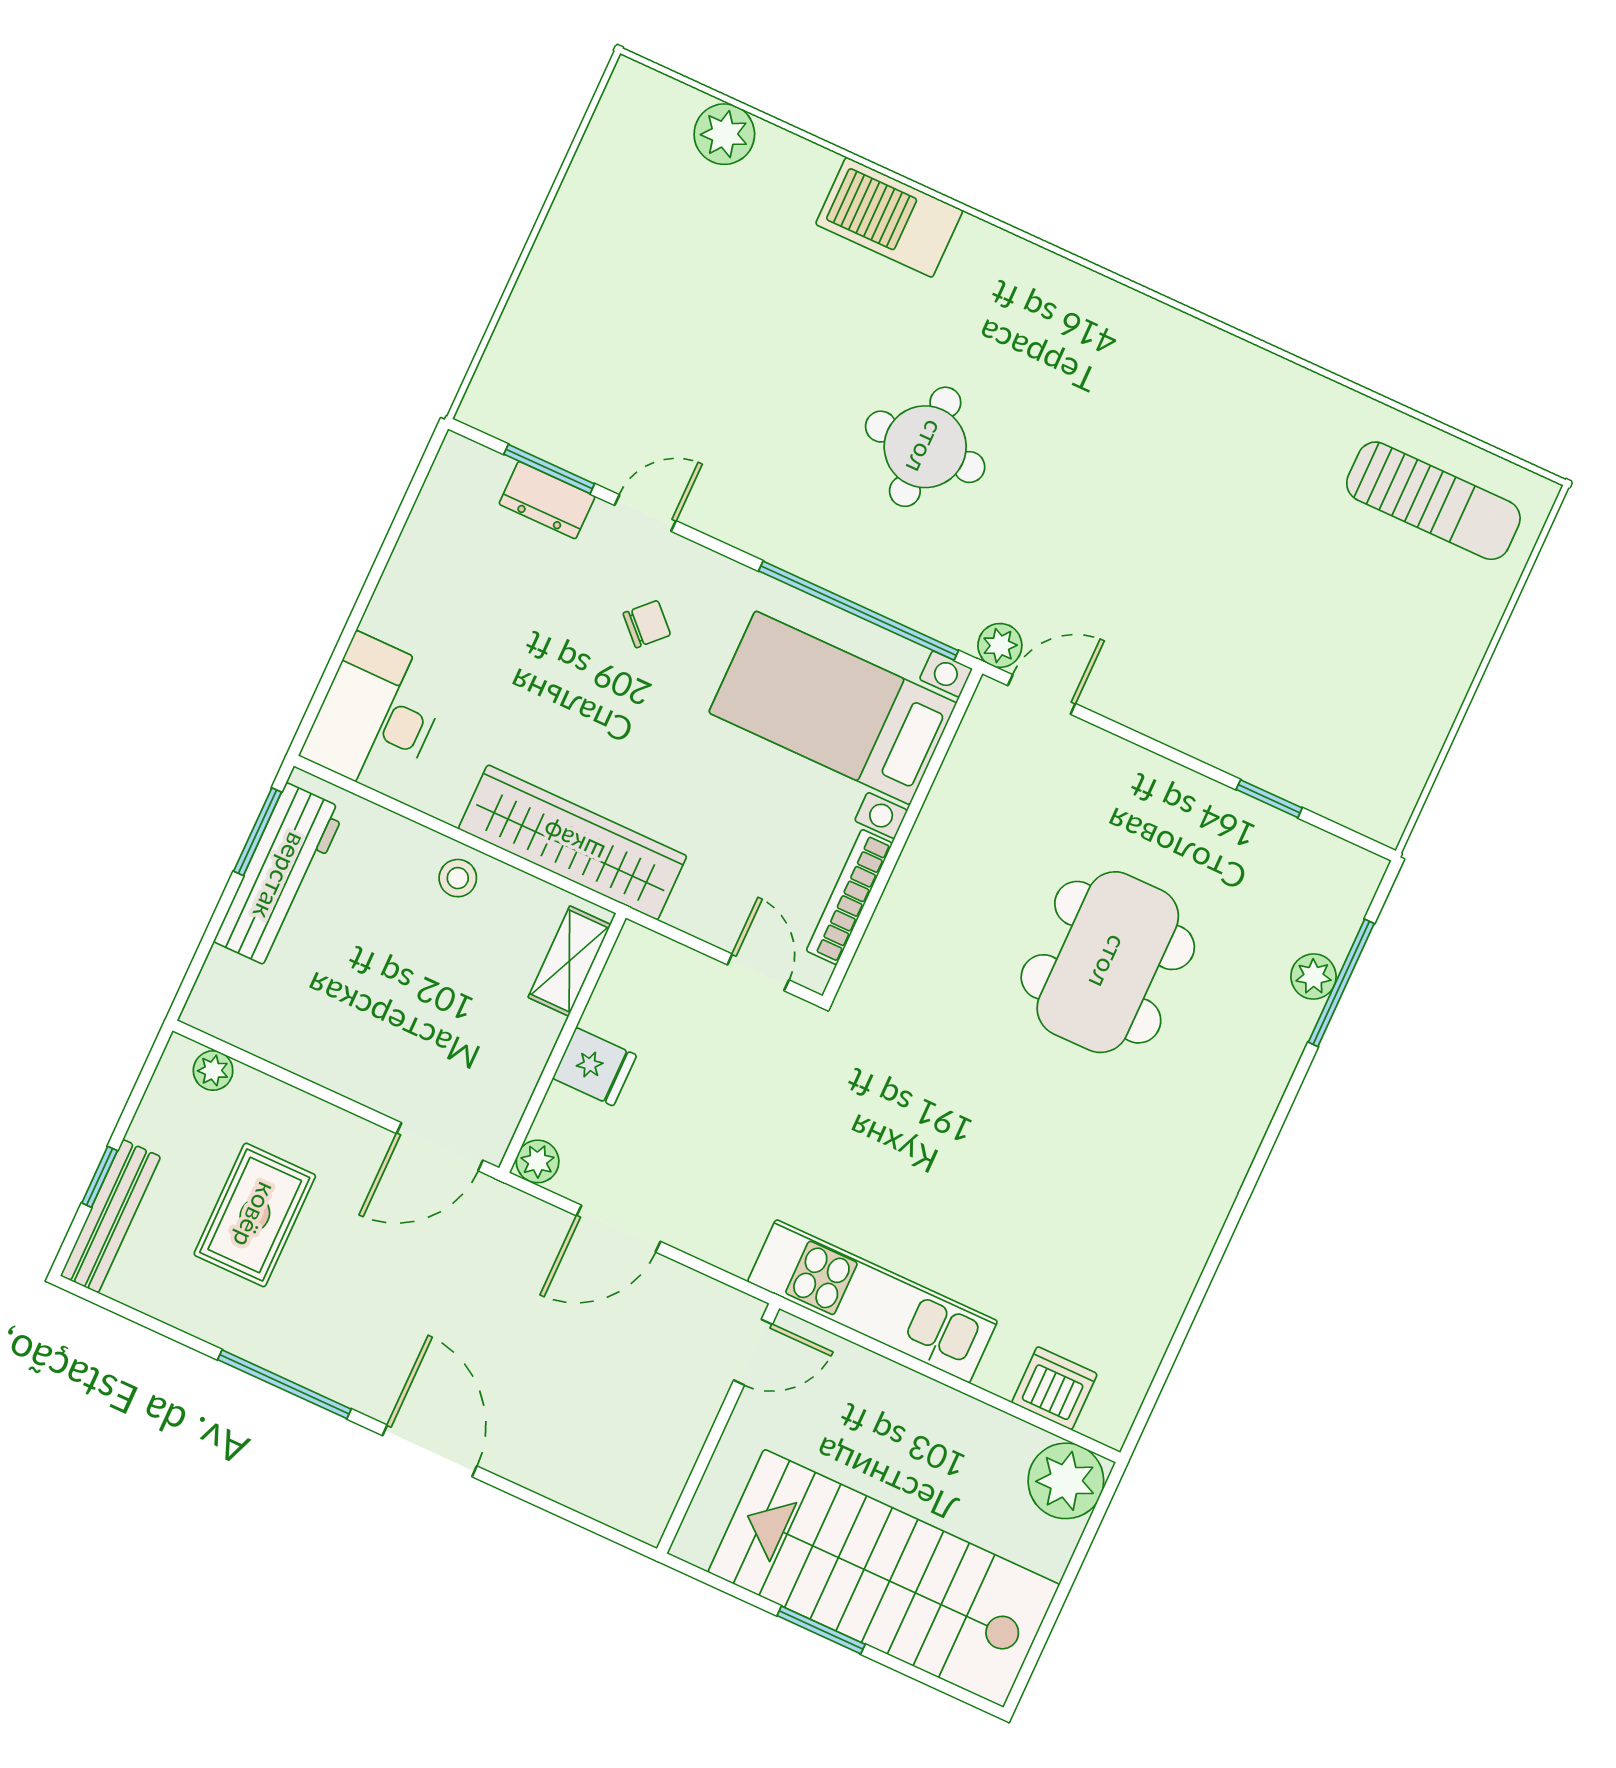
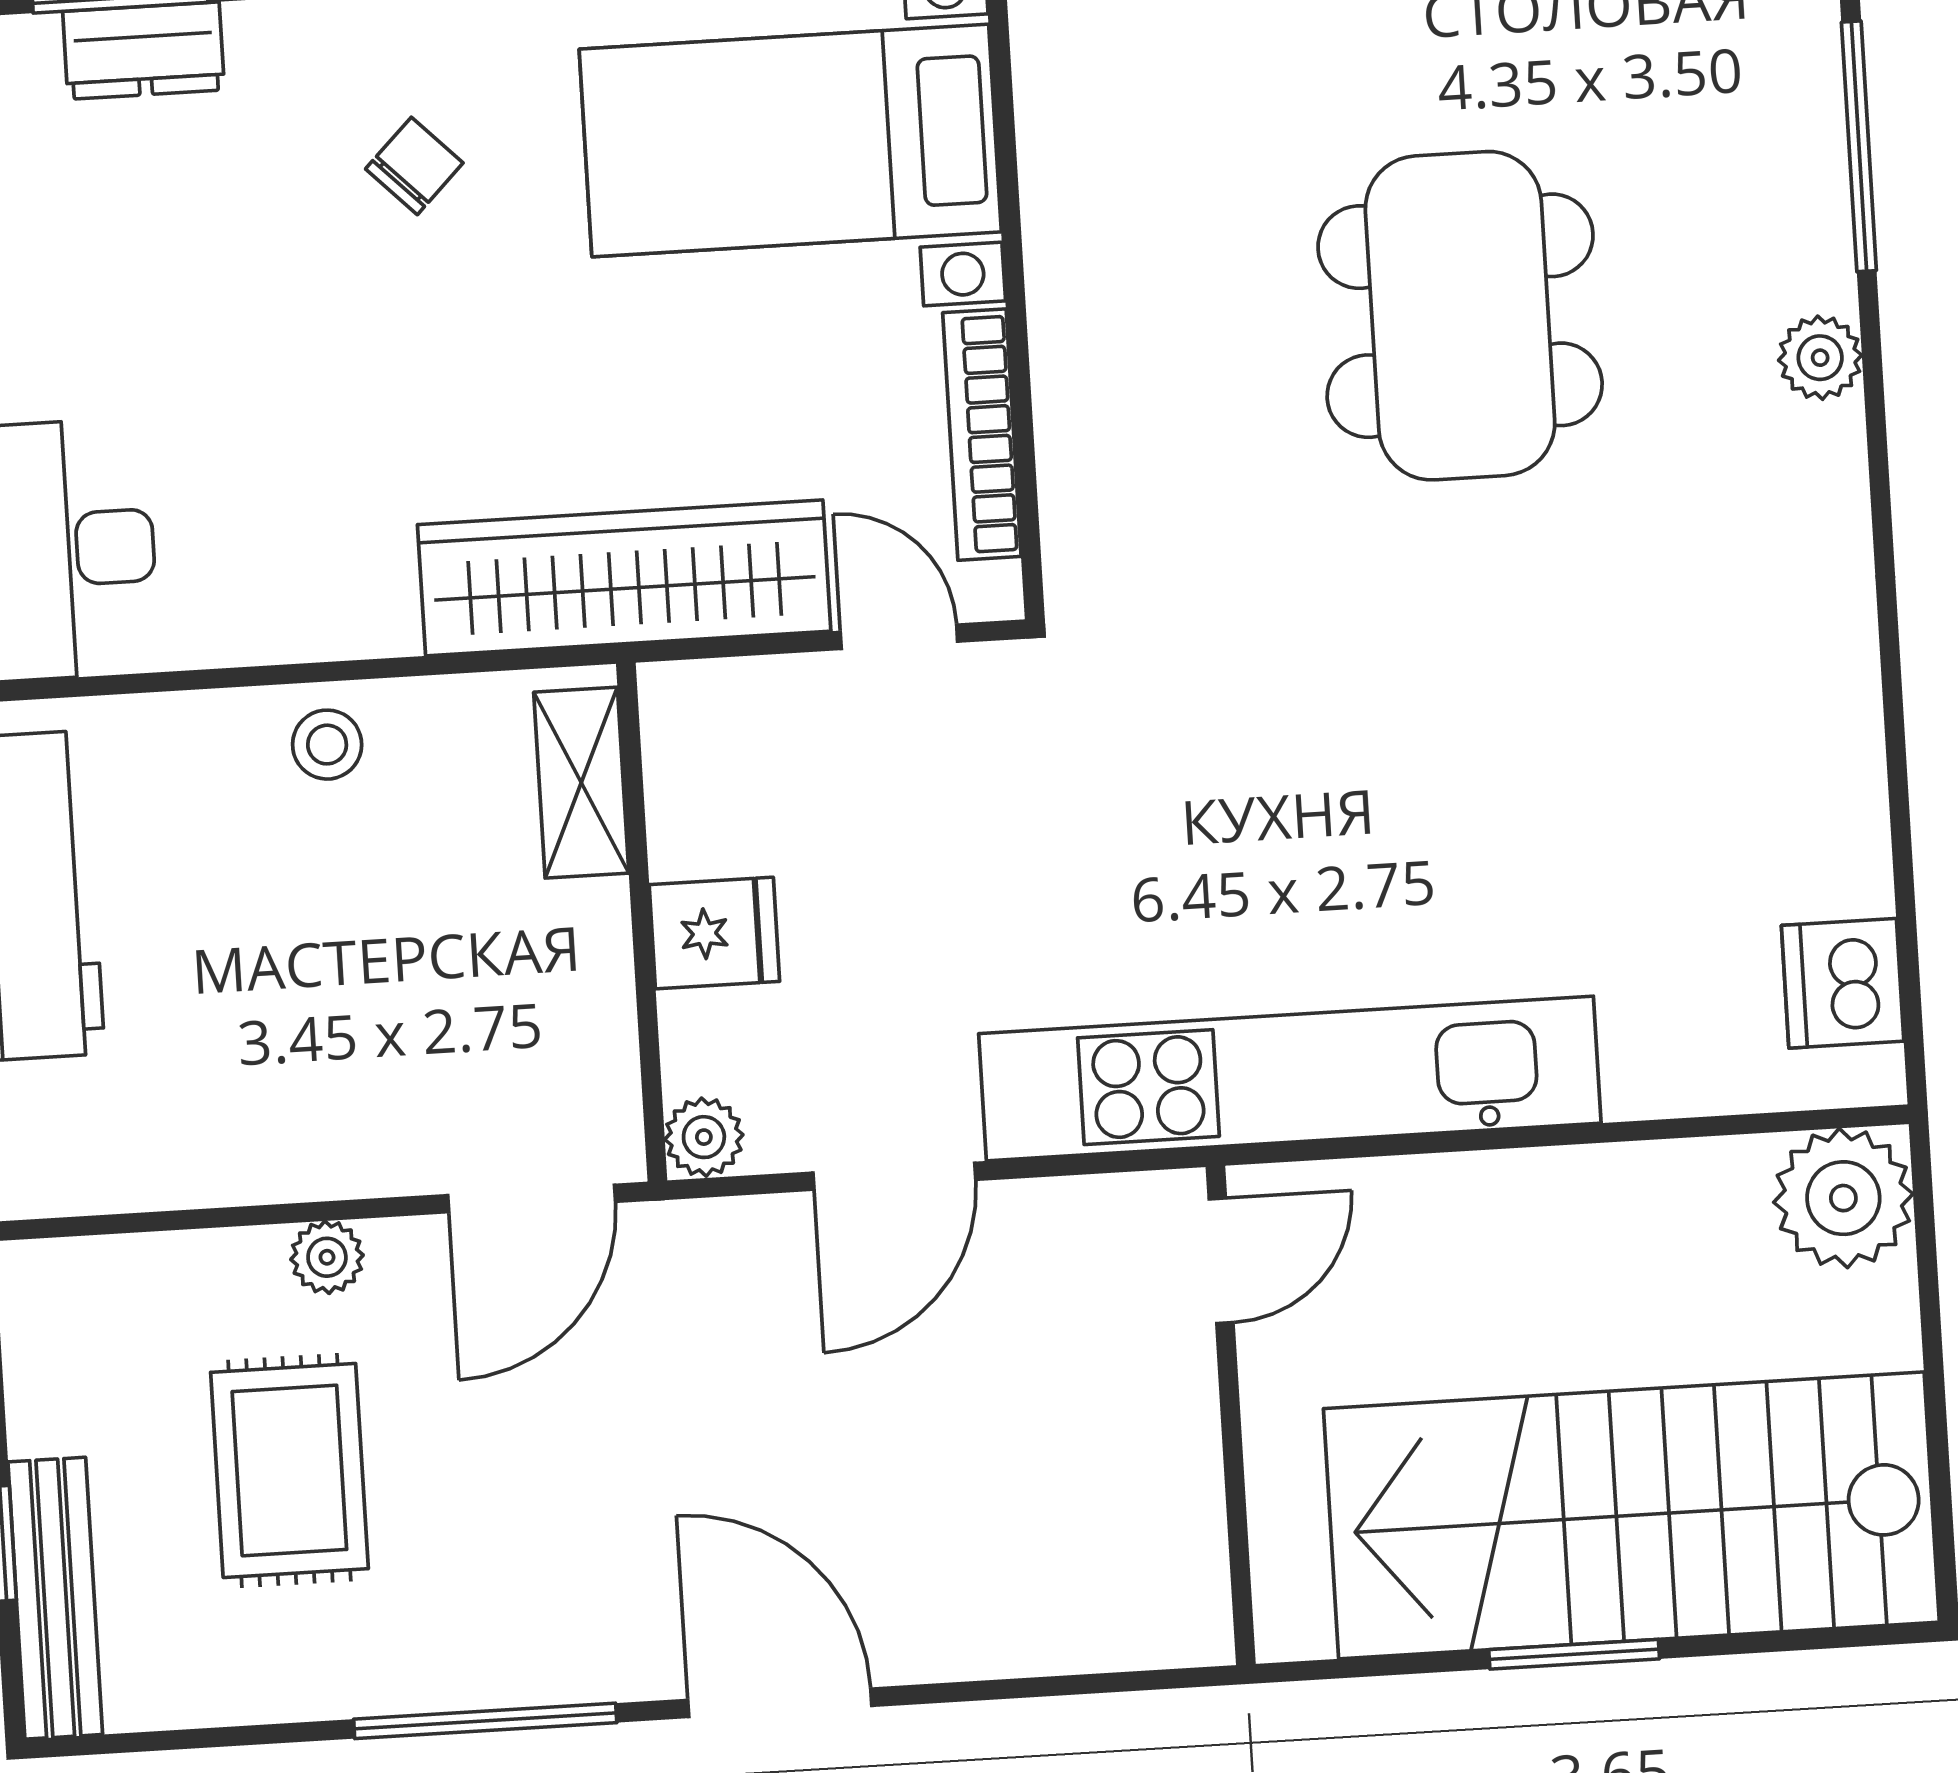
wardrobe: (573, 842) -> (624, 578), moved
plant: (1314, 977) -> (1820, 358), moved
plant: (213, 1071) -> (327, 1257), moved
kitchen unit: (873, 1301) -> (1290, 1078), width x1.36
dishwasher: (1054, 1388) -> (1843, 983), moved, turned -90

